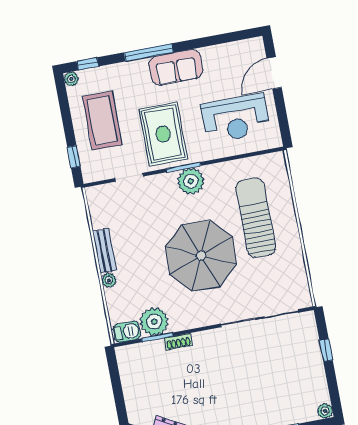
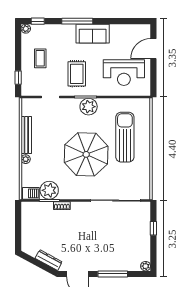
coffee table: (102, 121) -> (40, 58), width x0.54, depth x0.58
rug: (163, 134) -> (77, 74), width x0.73, depth x0.70
bench: (104, 251) -> (26, 135), width x1.36

